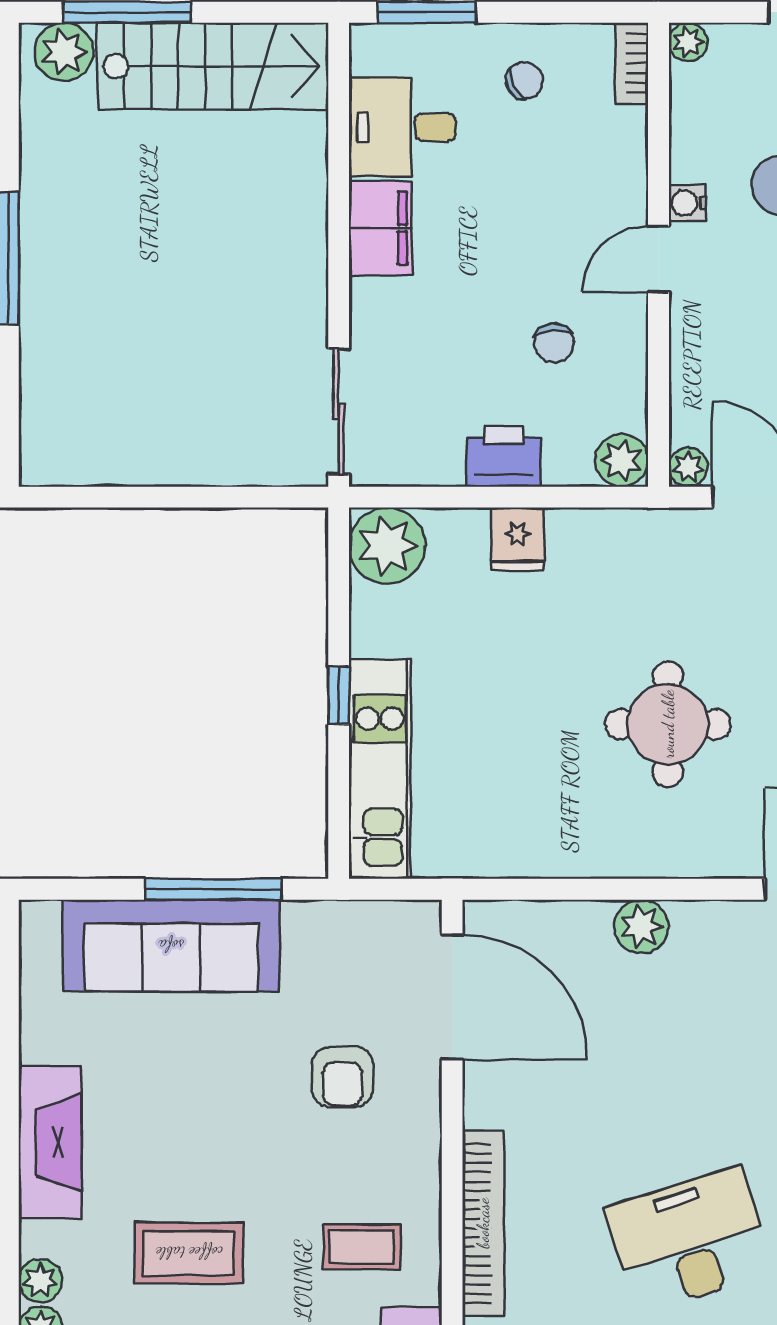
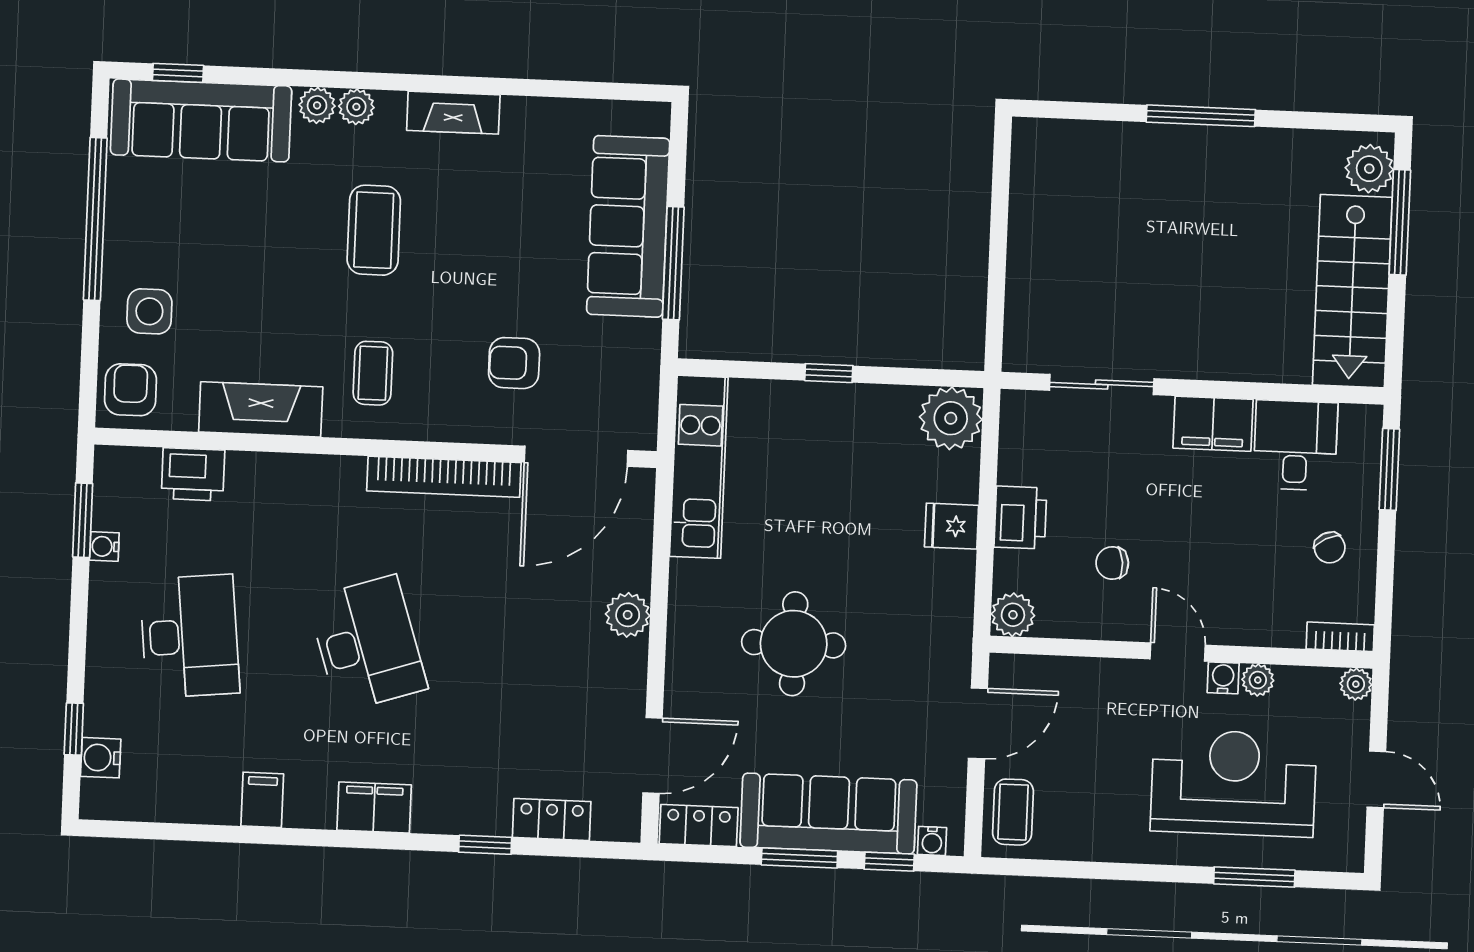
sliding door: (339, 411) -> (1102, 385), moved
plant: (688, 467) -> (1258, 680), moved
kitchen unit: (380, 769) -> (699, 467), moved, turned -90
fireplace: (50, 1142) -> (453, 113), width x0.73, depth x0.76
bookcase: (483, 1223) -> (444, 477), moved

